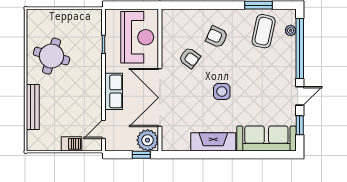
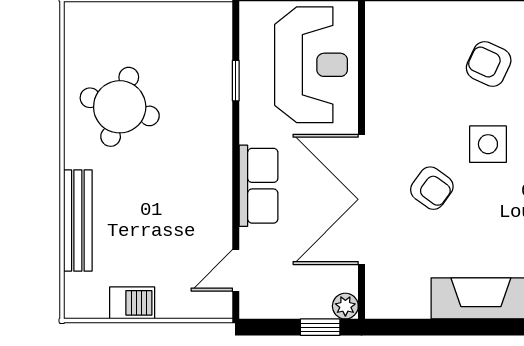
armchair: (190, 58) -> (432, 188), moved
side table: (222, 92) -> (488, 144), moved
plant: (148, 140) -> (345, 306), width x0.53, depth x0.53
barbecue: (72, 144) -> (132, 303), moved

